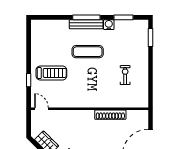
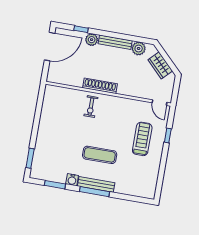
treadmill: (51, 73) -> (142, 139), turned 90
exercise bike: (125, 75) -> (91, 107), moved
shoe rack: (110, 115) -> (100, 86), moved

